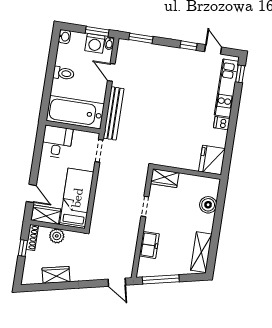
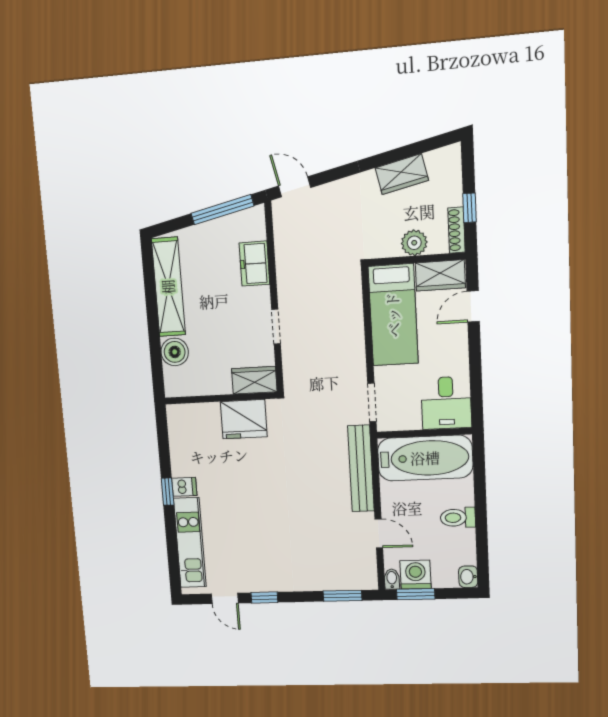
window: (240, 74) -> (168, 492), moved
fridge: (212, 160) -> (244, 419), moved, turned 90
door: (31, 193) -> (473, 306), hinge flipped
shelving: (201, 252) -> (168, 287), width x1.47

